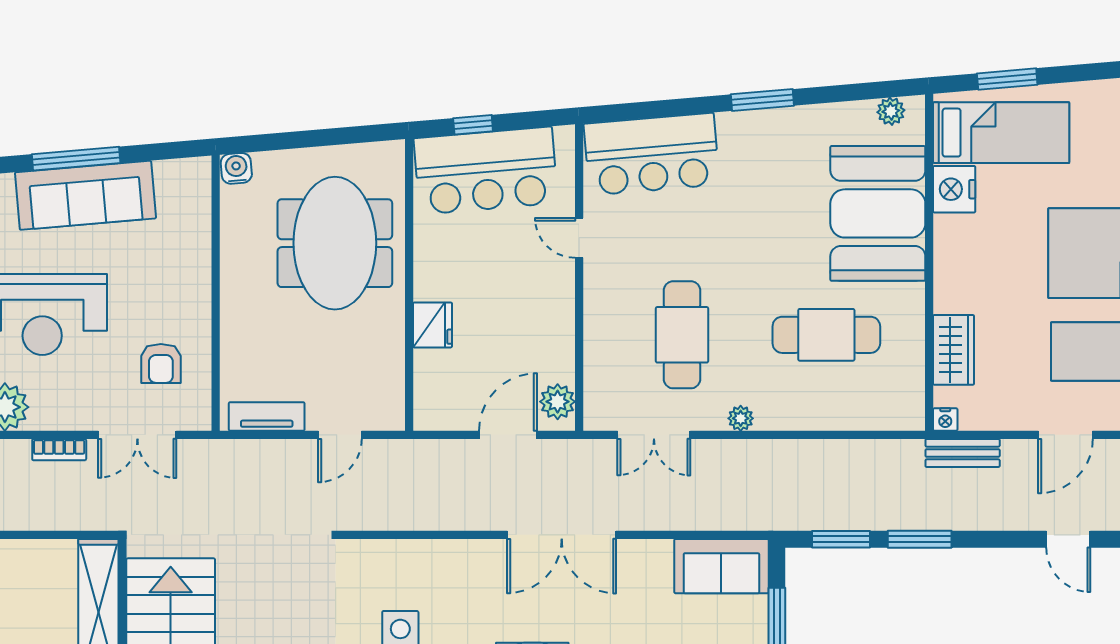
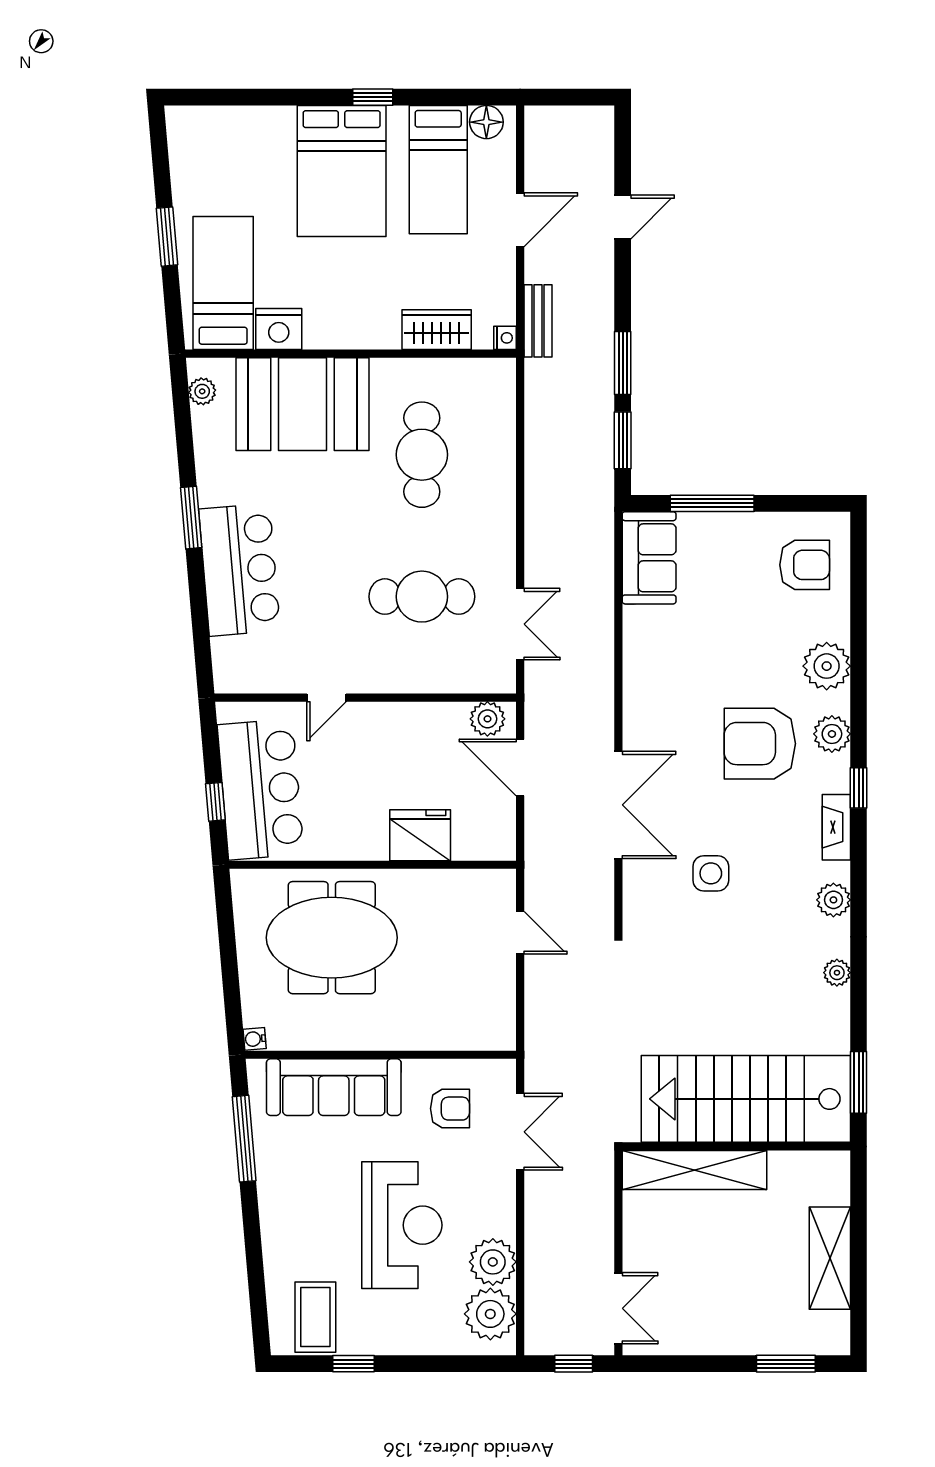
window: (1007, 79) -> (167, 237), moved
bar counter: (652, 154) -> (240, 570), moved
window: (76, 159) -> (244, 1139), moved
water cooler: (236, 168) -> (255, 1039), width x0.72, depth x0.72
sofa: (85, 195) -> (334, 1087), moved, turned 95
fridge: (433, 325) -> (420, 835), width x1.36, depth x1.34
tv unit: (267, 416) -> (502, 1005), removed
plant: (741, 418) -> (504, 539), removed
door: (1065, 435) -> (520, 220), hinge flipped
bookcase: (59, 450) -> (535, 1209), removed
double door: (562, 535) -> (618, 805), moved

